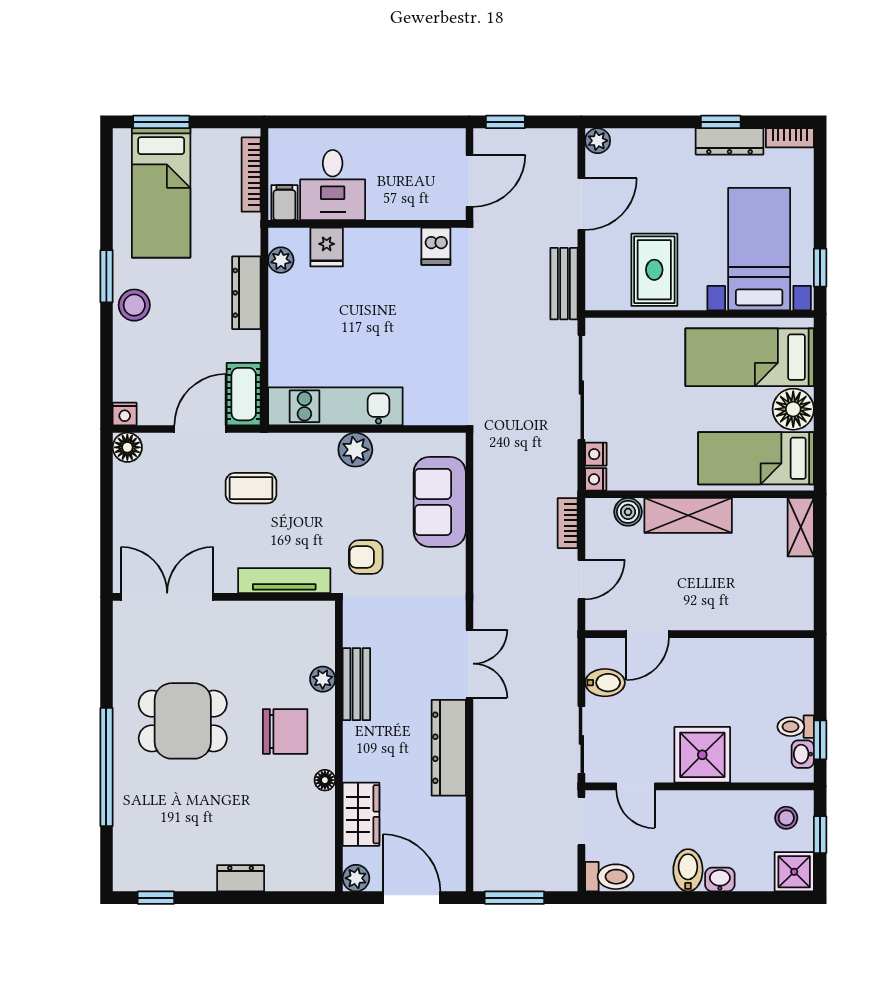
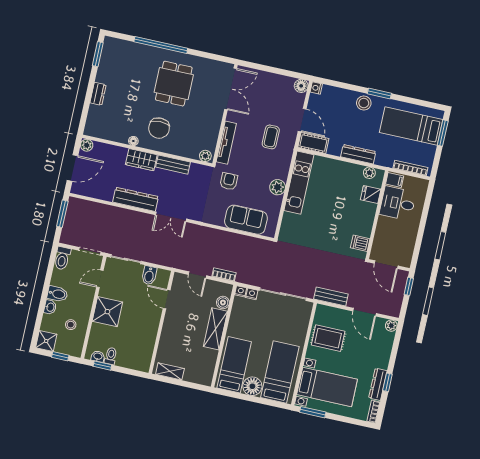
window: (820, 268) -> (313, 412), width x1.50
shelving: (801, 527) -> (170, 371), moved
plant: (323, 679) -> (205, 156), moved
wardrobe: (361, 814) -> (141, 160), moved
stool: (786, 818) -> (71, 325), moved
window: (156, 898) -> (98, 54), width x1.50

